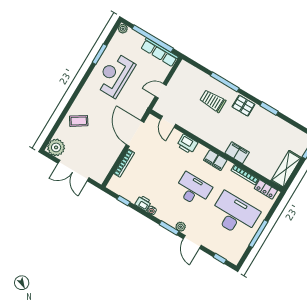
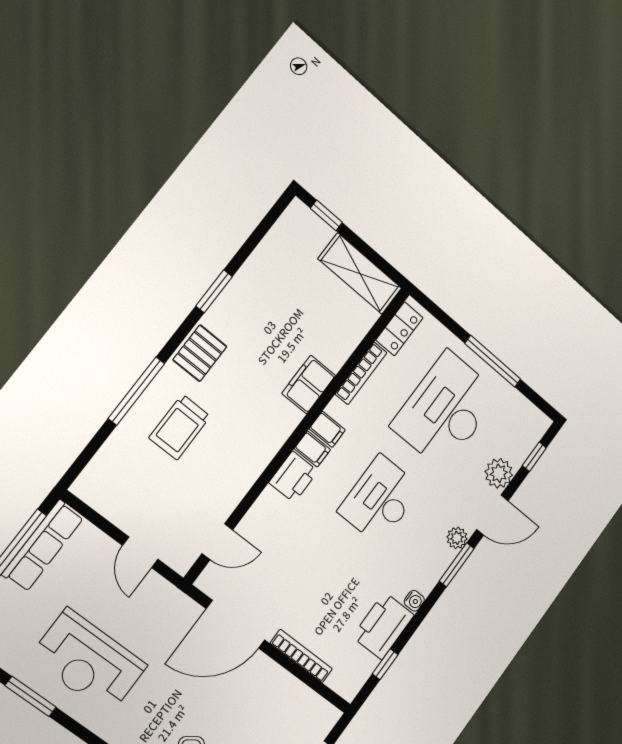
printer: (187, 144) -> (293, 477), moved
printer: (143, 203) -> (383, 626), width x1.87, depth x1.48
plant: (211, 243) -> (499, 473), added

